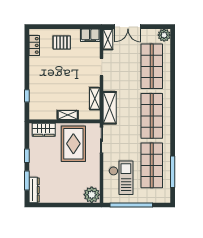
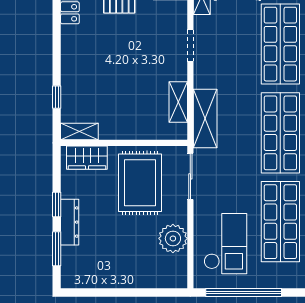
shelving: (68, 115) -> (79, 131), moved
dresser: (34, 190) -> (70, 222), moved
plant: (92, 195) -> (173, 238), moved

